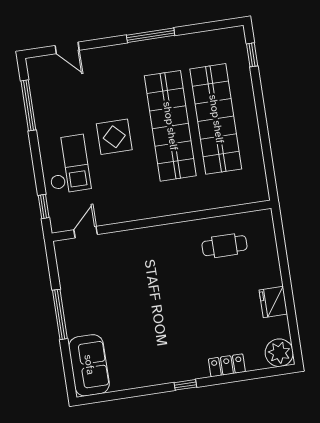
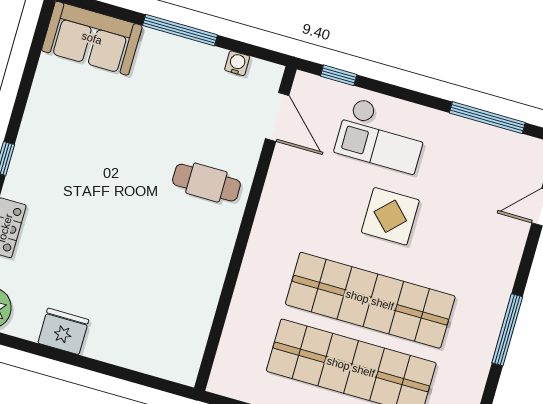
door: (86, 232) -> (277, 117), width x1.38
cafe table: (225, 246) -> (206, 183), moved, turned 90
water cooler: (64, 271) -> (237, 63), added

